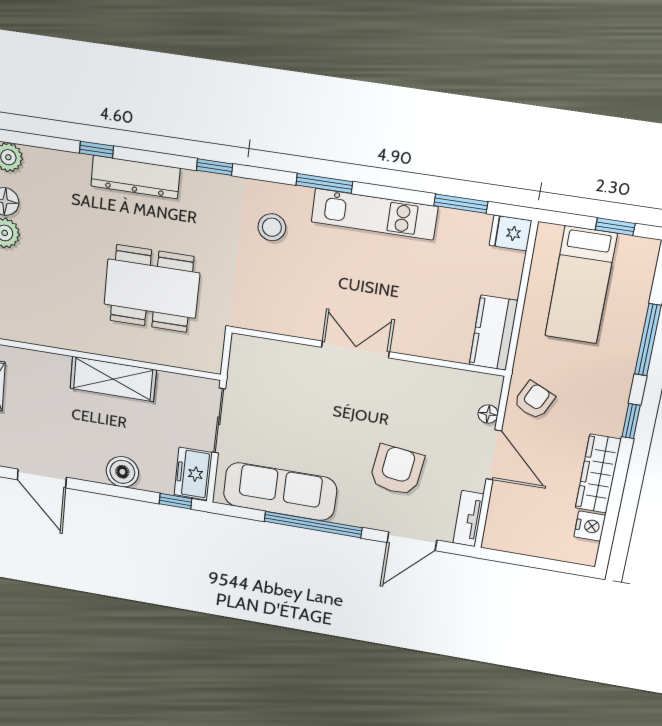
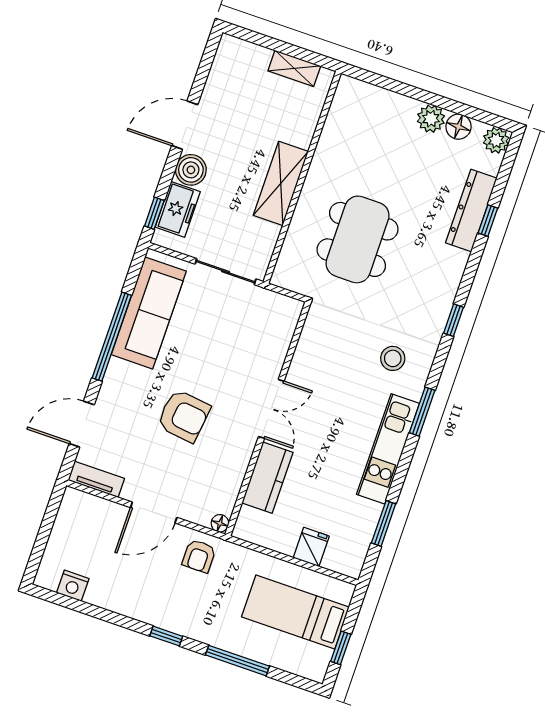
dresser: (135, 177) -> (471, 211), moved
fridge: (510, 233) -> (311, 547), moved
kitchen counter: (493, 333) -> (267, 478), moved, turned 90
armchair: (534, 400) -> (199, 556), turned 65
floor lamp: (488, 414) -> (220, 523), moved
armchair: (397, 470) -> (184, 416), moved
freezer: (193, 474) -> (178, 209), moved, turned 90
wardrobe: (598, 474) -> (122, 601), removed
door: (42, 478) -> (185, 125), moved
door: (412, 541) -> (82, 424), hinge flipped

